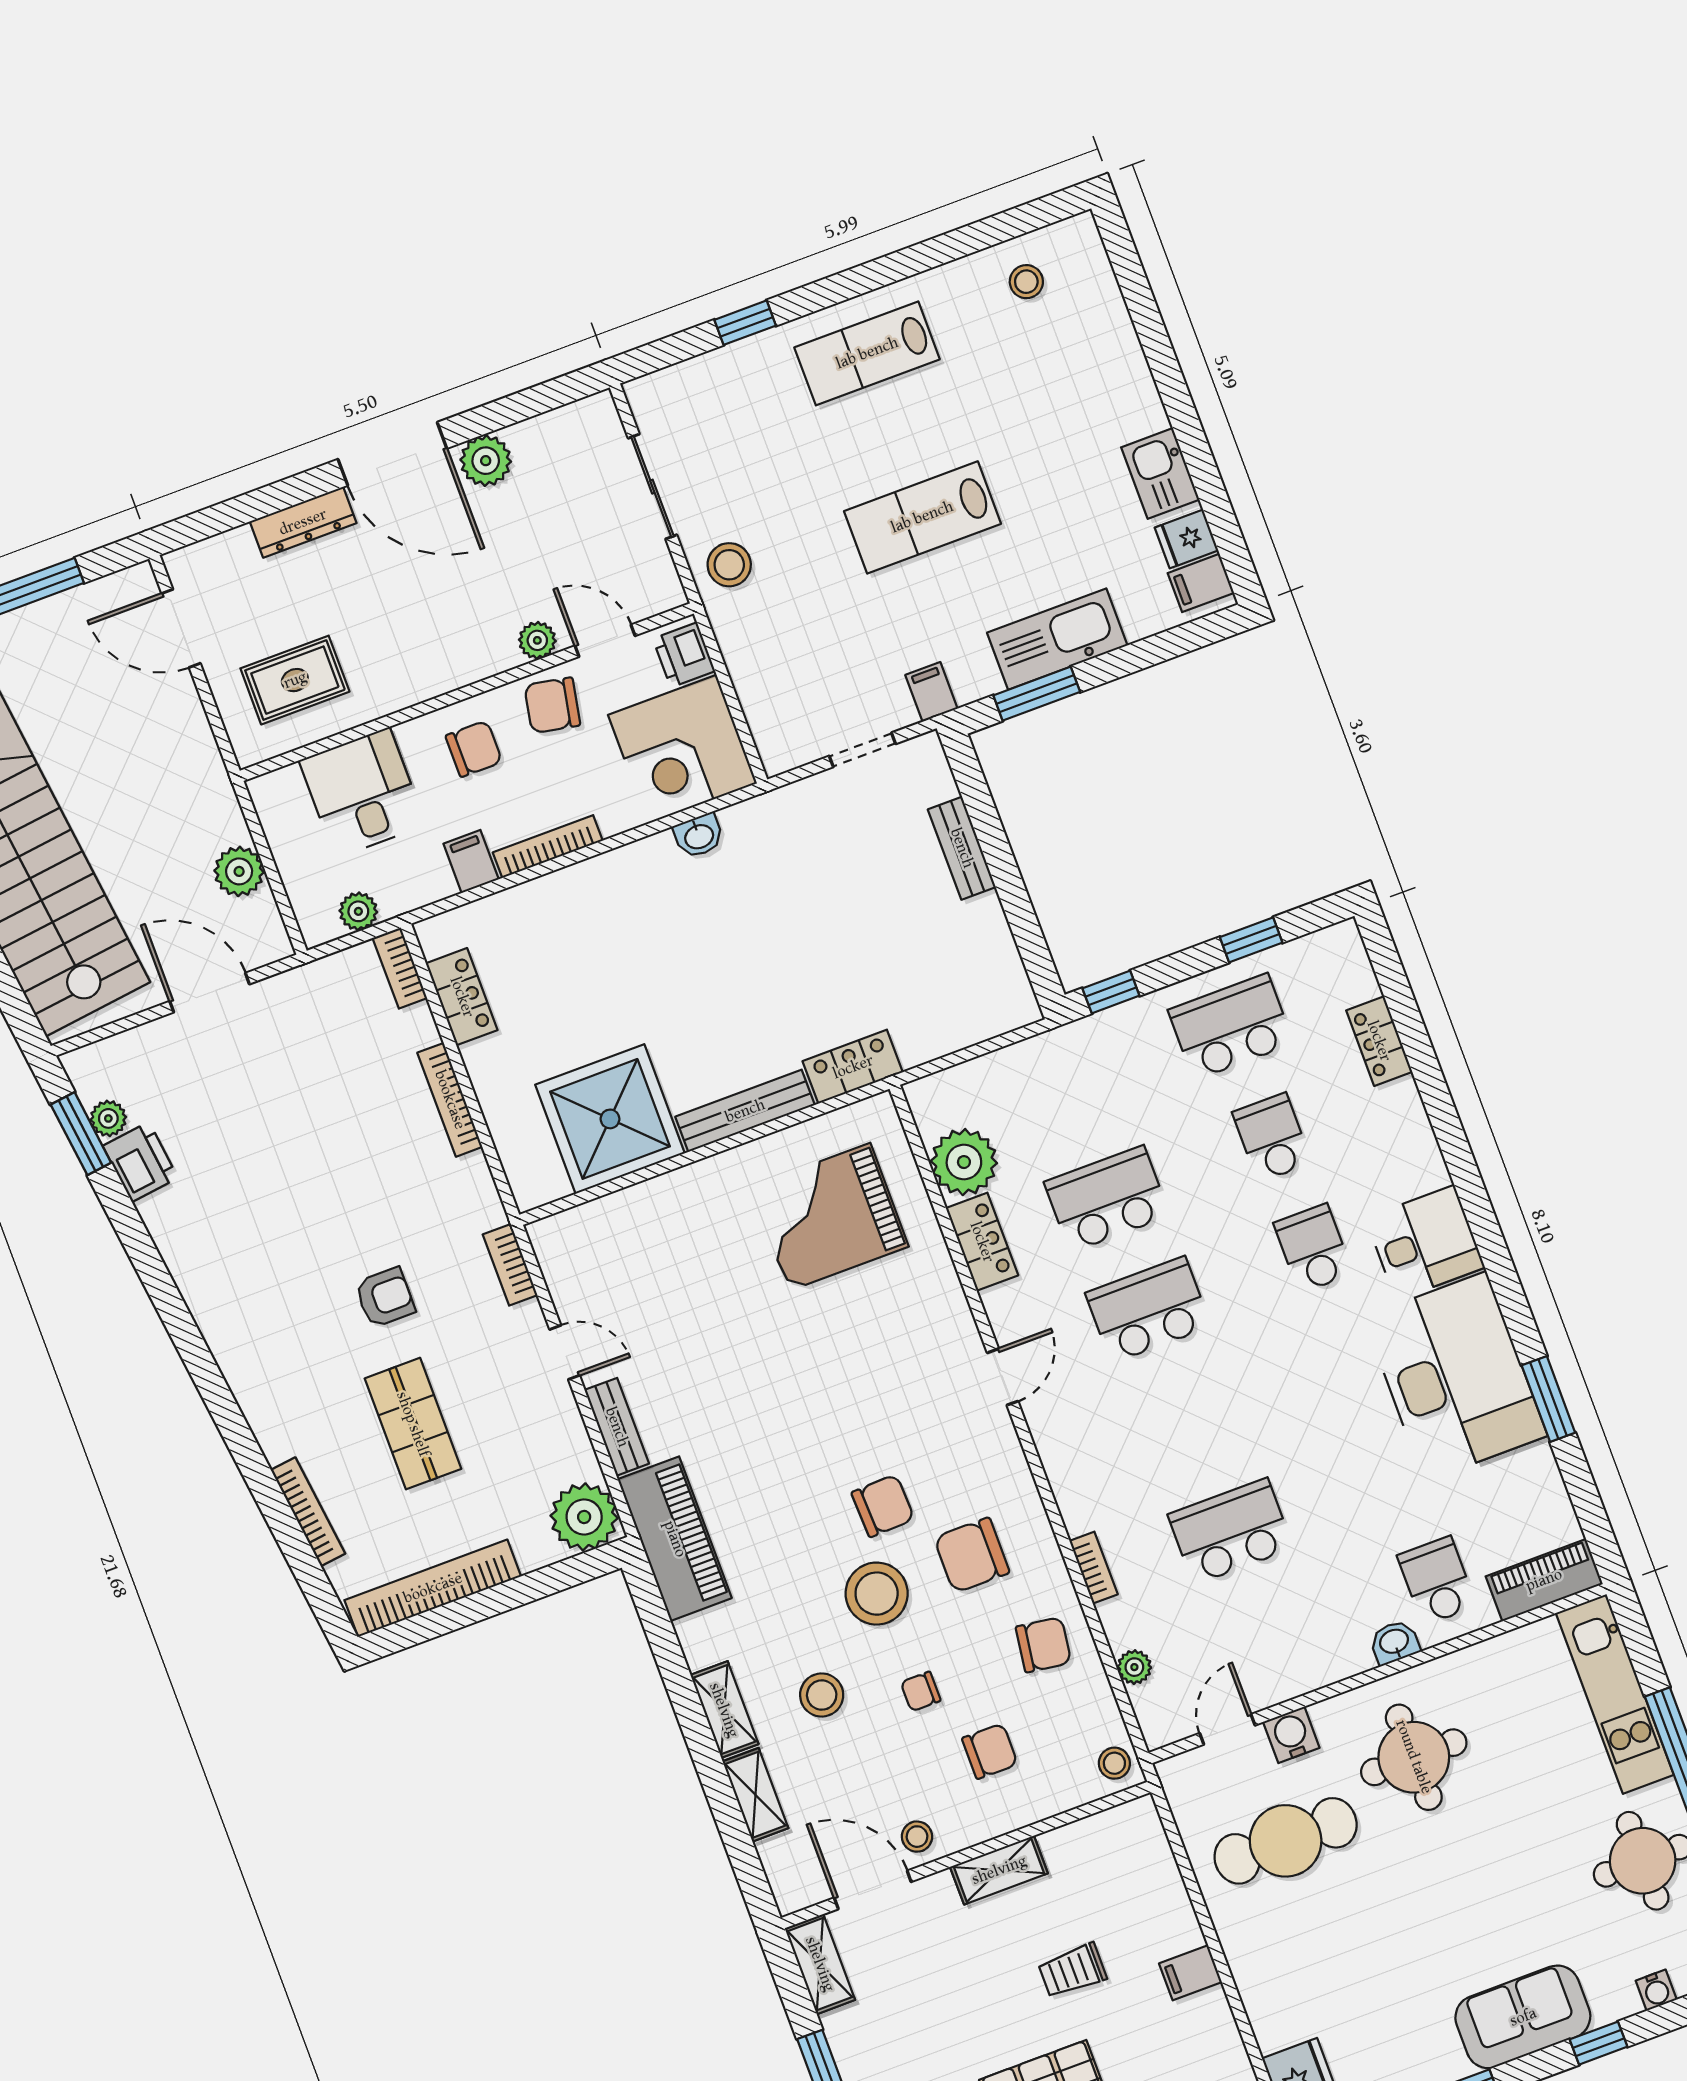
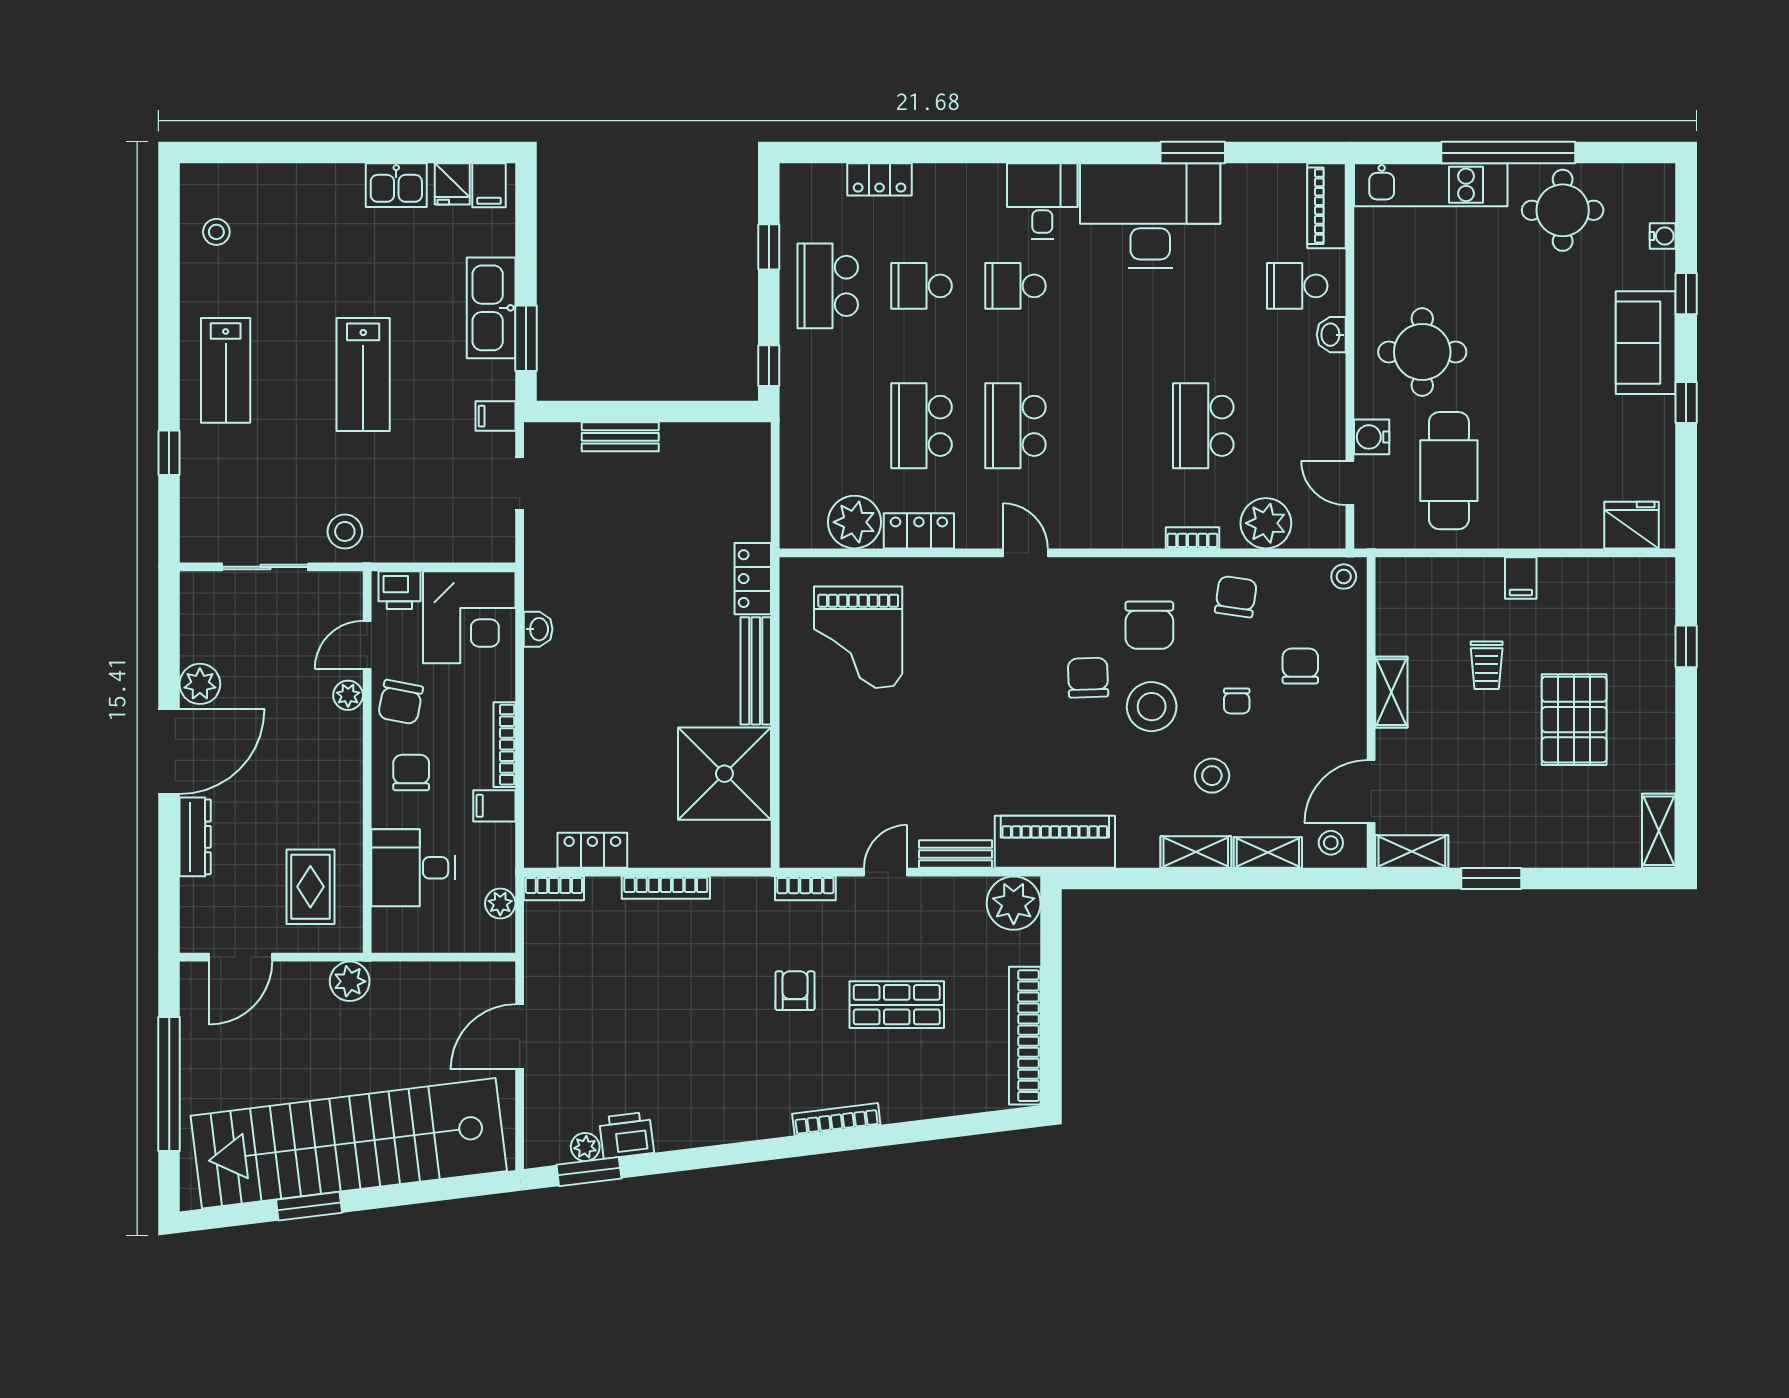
plant: (239, 871) -> (350, 981), moved
bookcase: (308, 1512) -> (836, 1119), moved
plant: (1134, 1667) -> (1266, 523), width x1.88, depth x1.88
stool: (917, 1837) -> (1331, 843), moved

